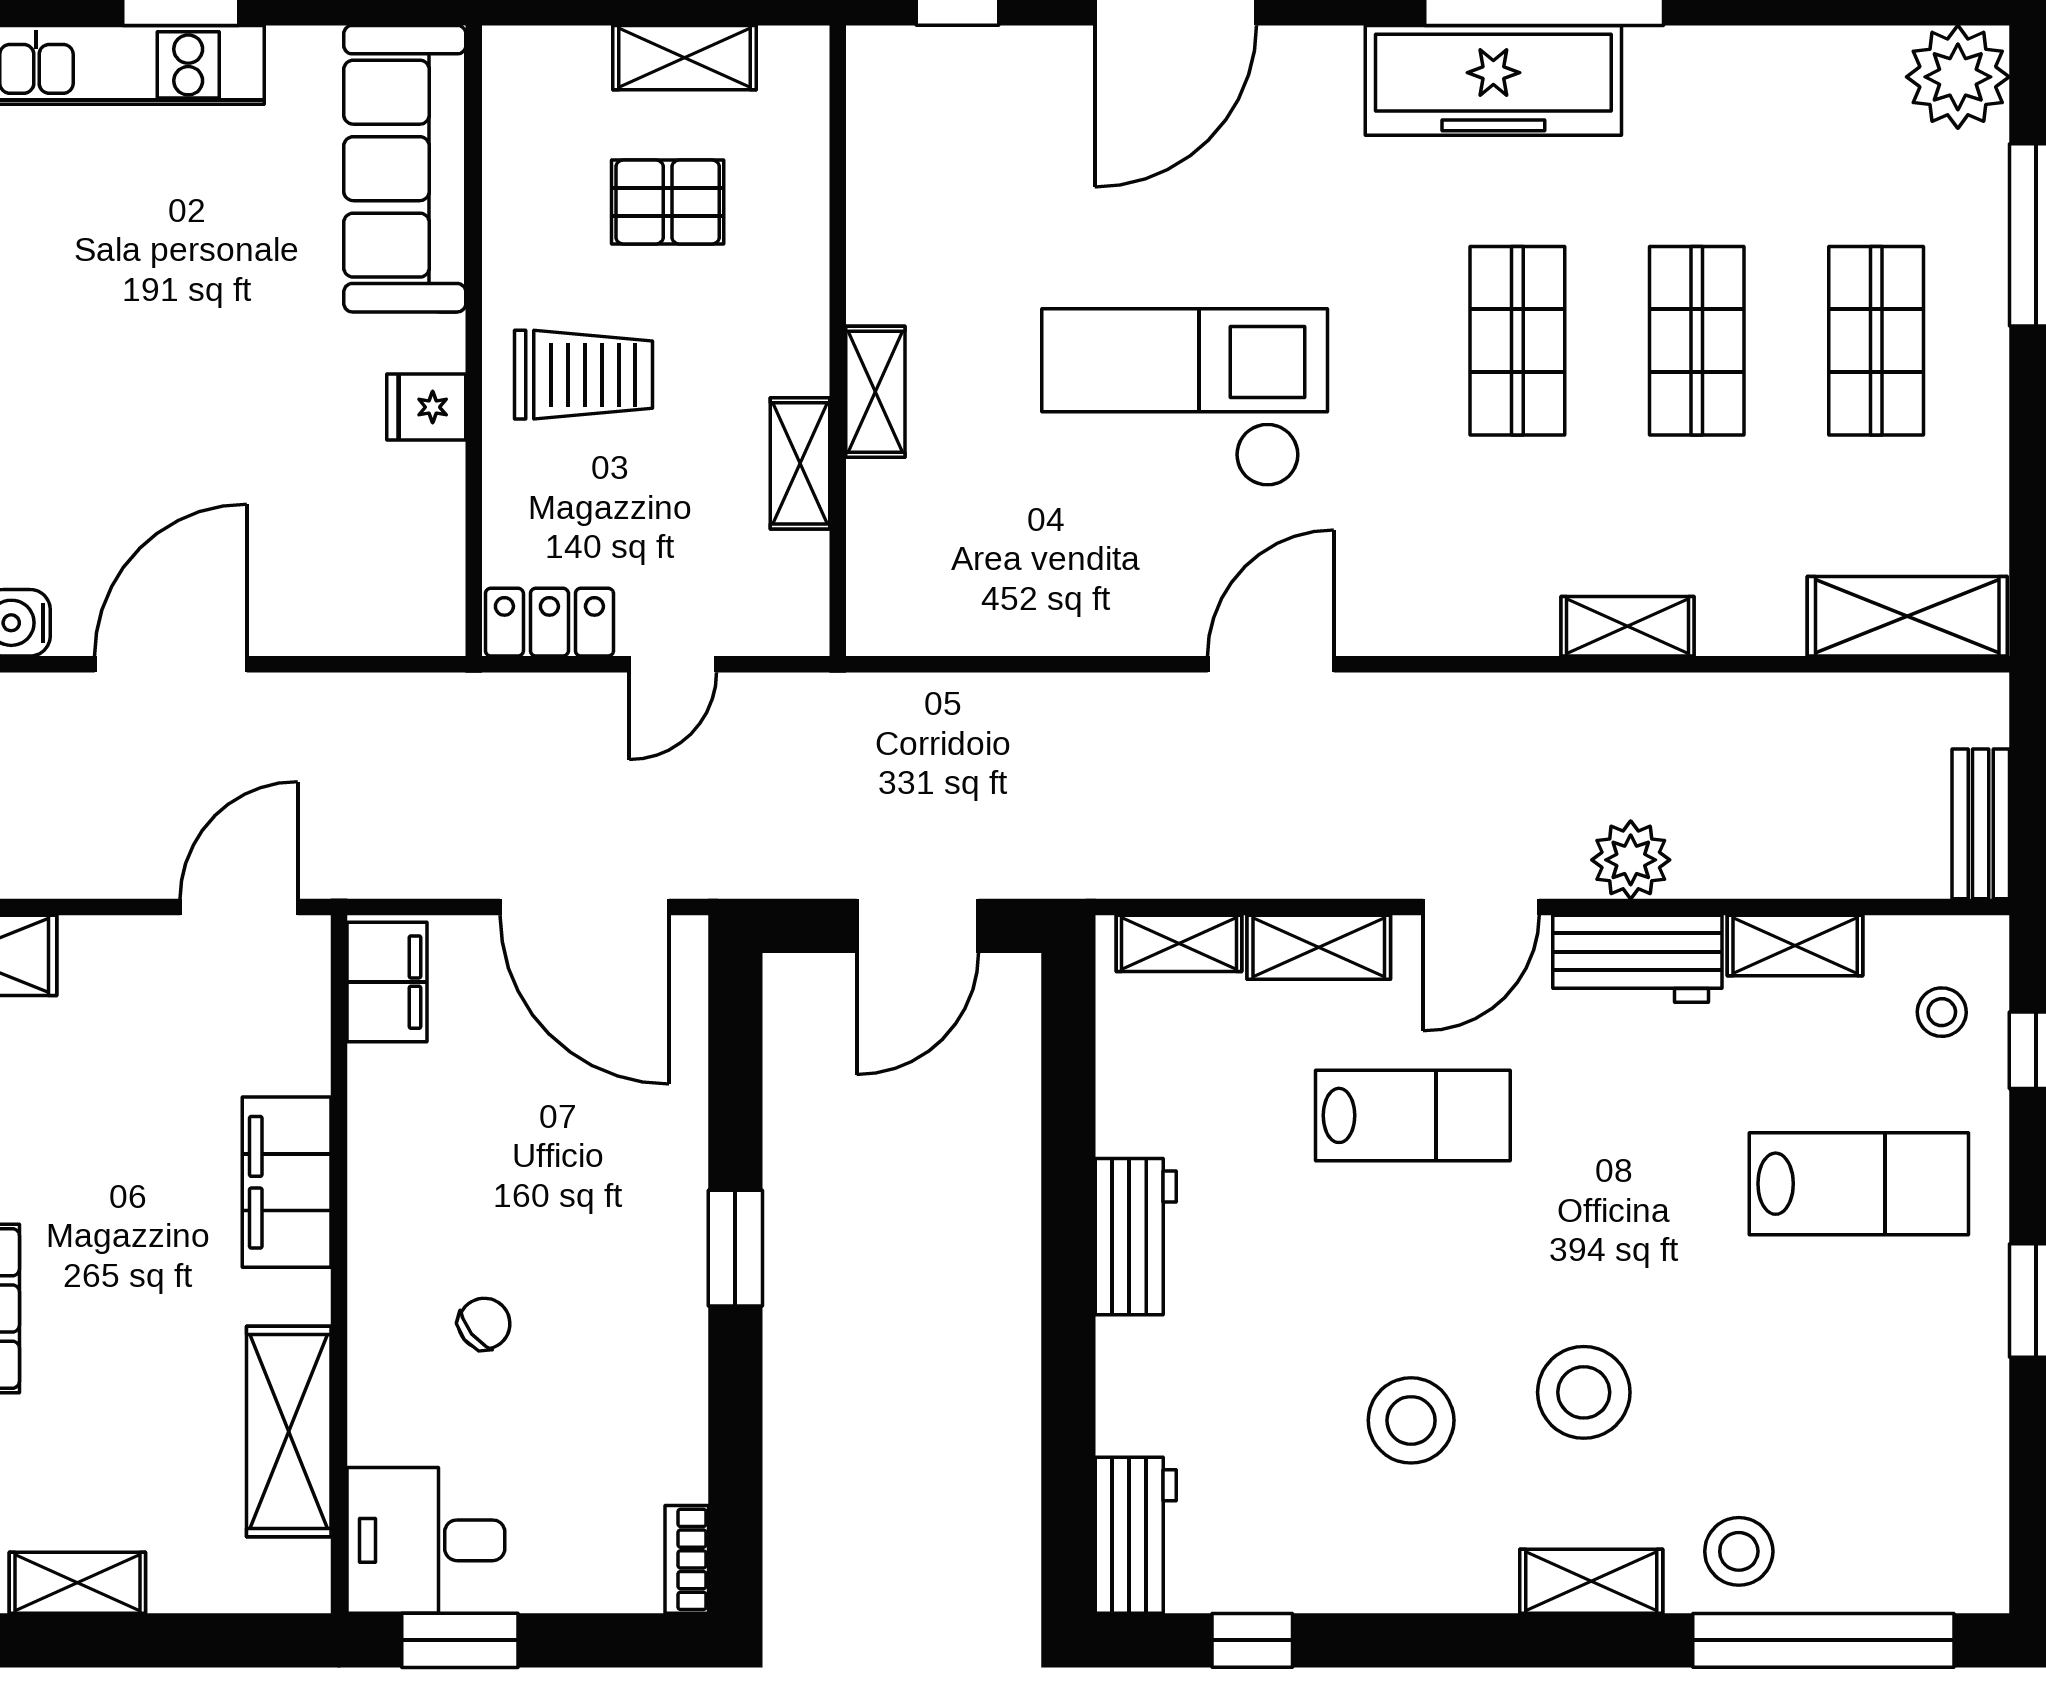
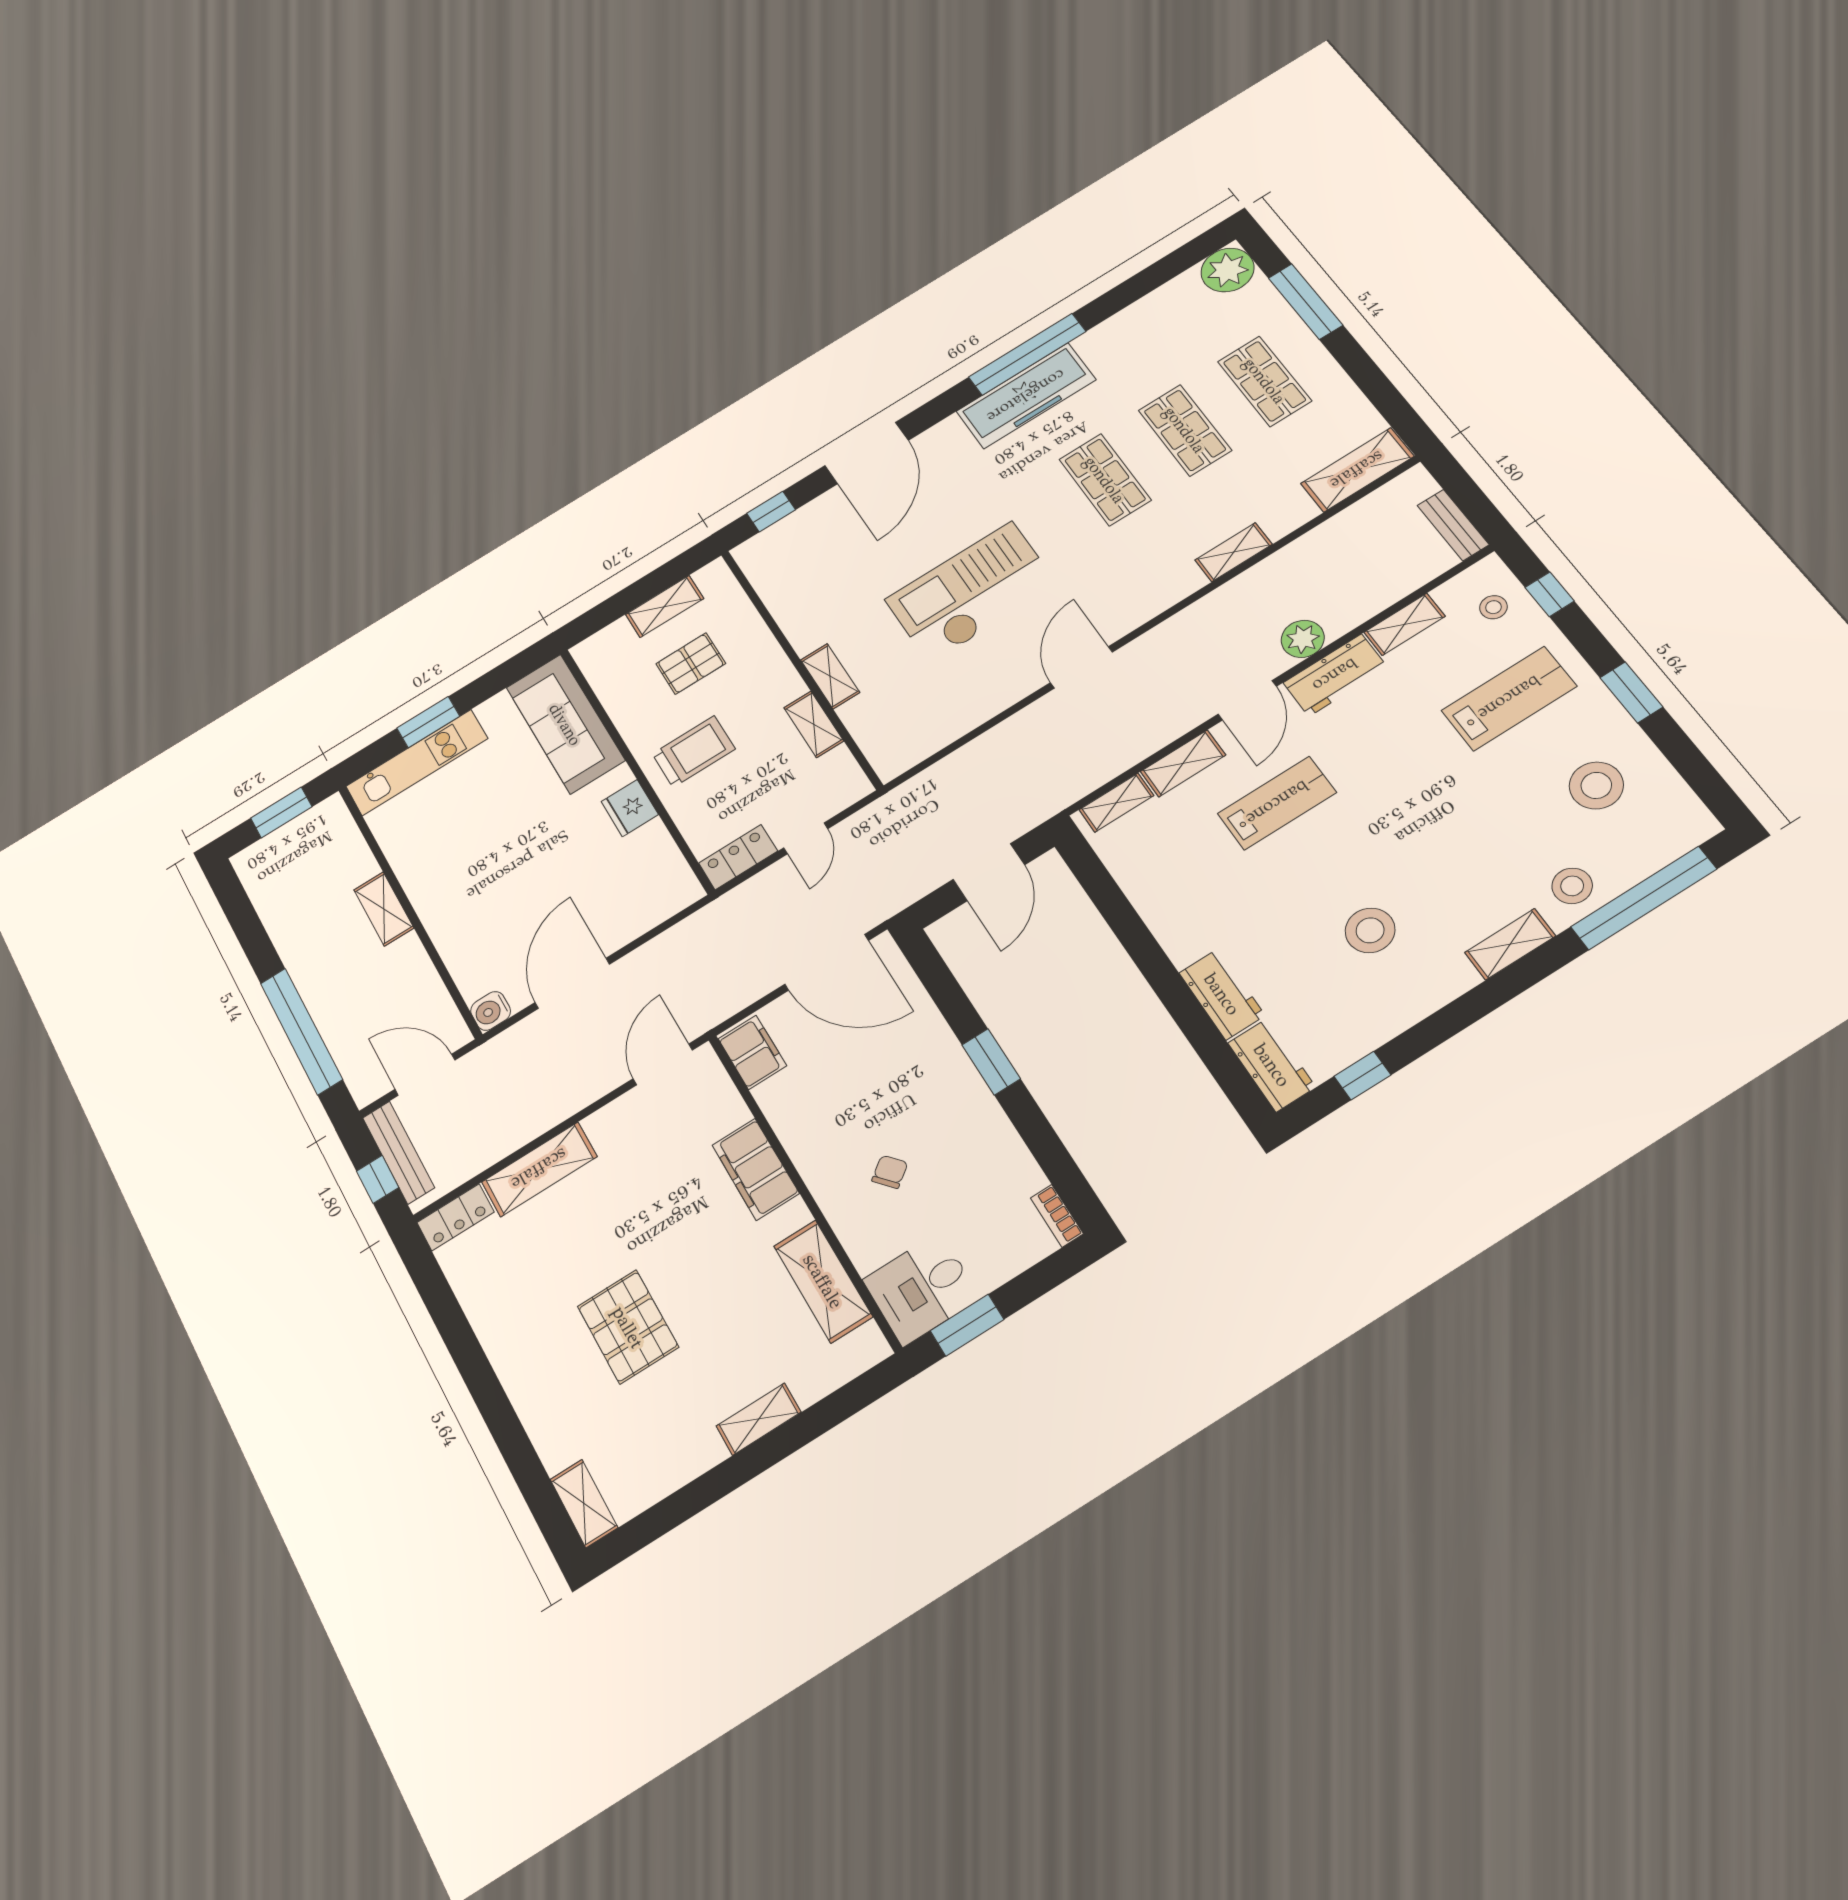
fridge: (426, 407) -> (630, 808), width x1.38
workbench: (1136, 1237) -> (1222, 994), moved
stool: (1584, 1392) -> (1596, 785), moved

